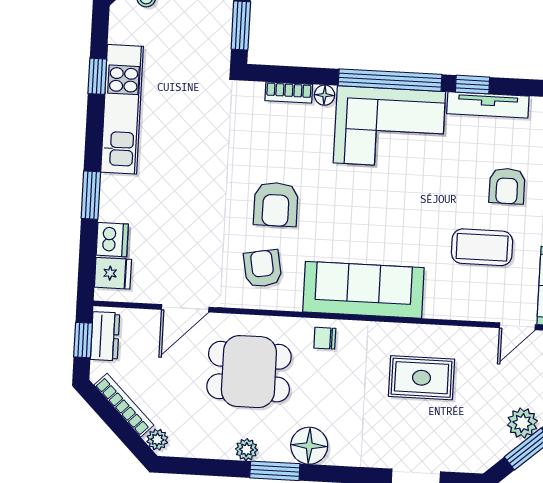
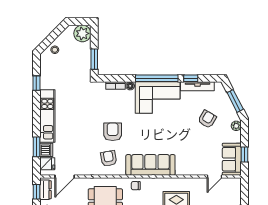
kitchen unit: (122, 109) -> (47, 116), moved
armchair: (507, 186) -> (207, 119), turned -149
window: (91, 195) -> (36, 147), moved
armchair: (276, 204) -> (113, 132), turned 180
coffee table: (482, 247) -> (198, 145), removed
door: (185, 308) -> (65, 176), moved

